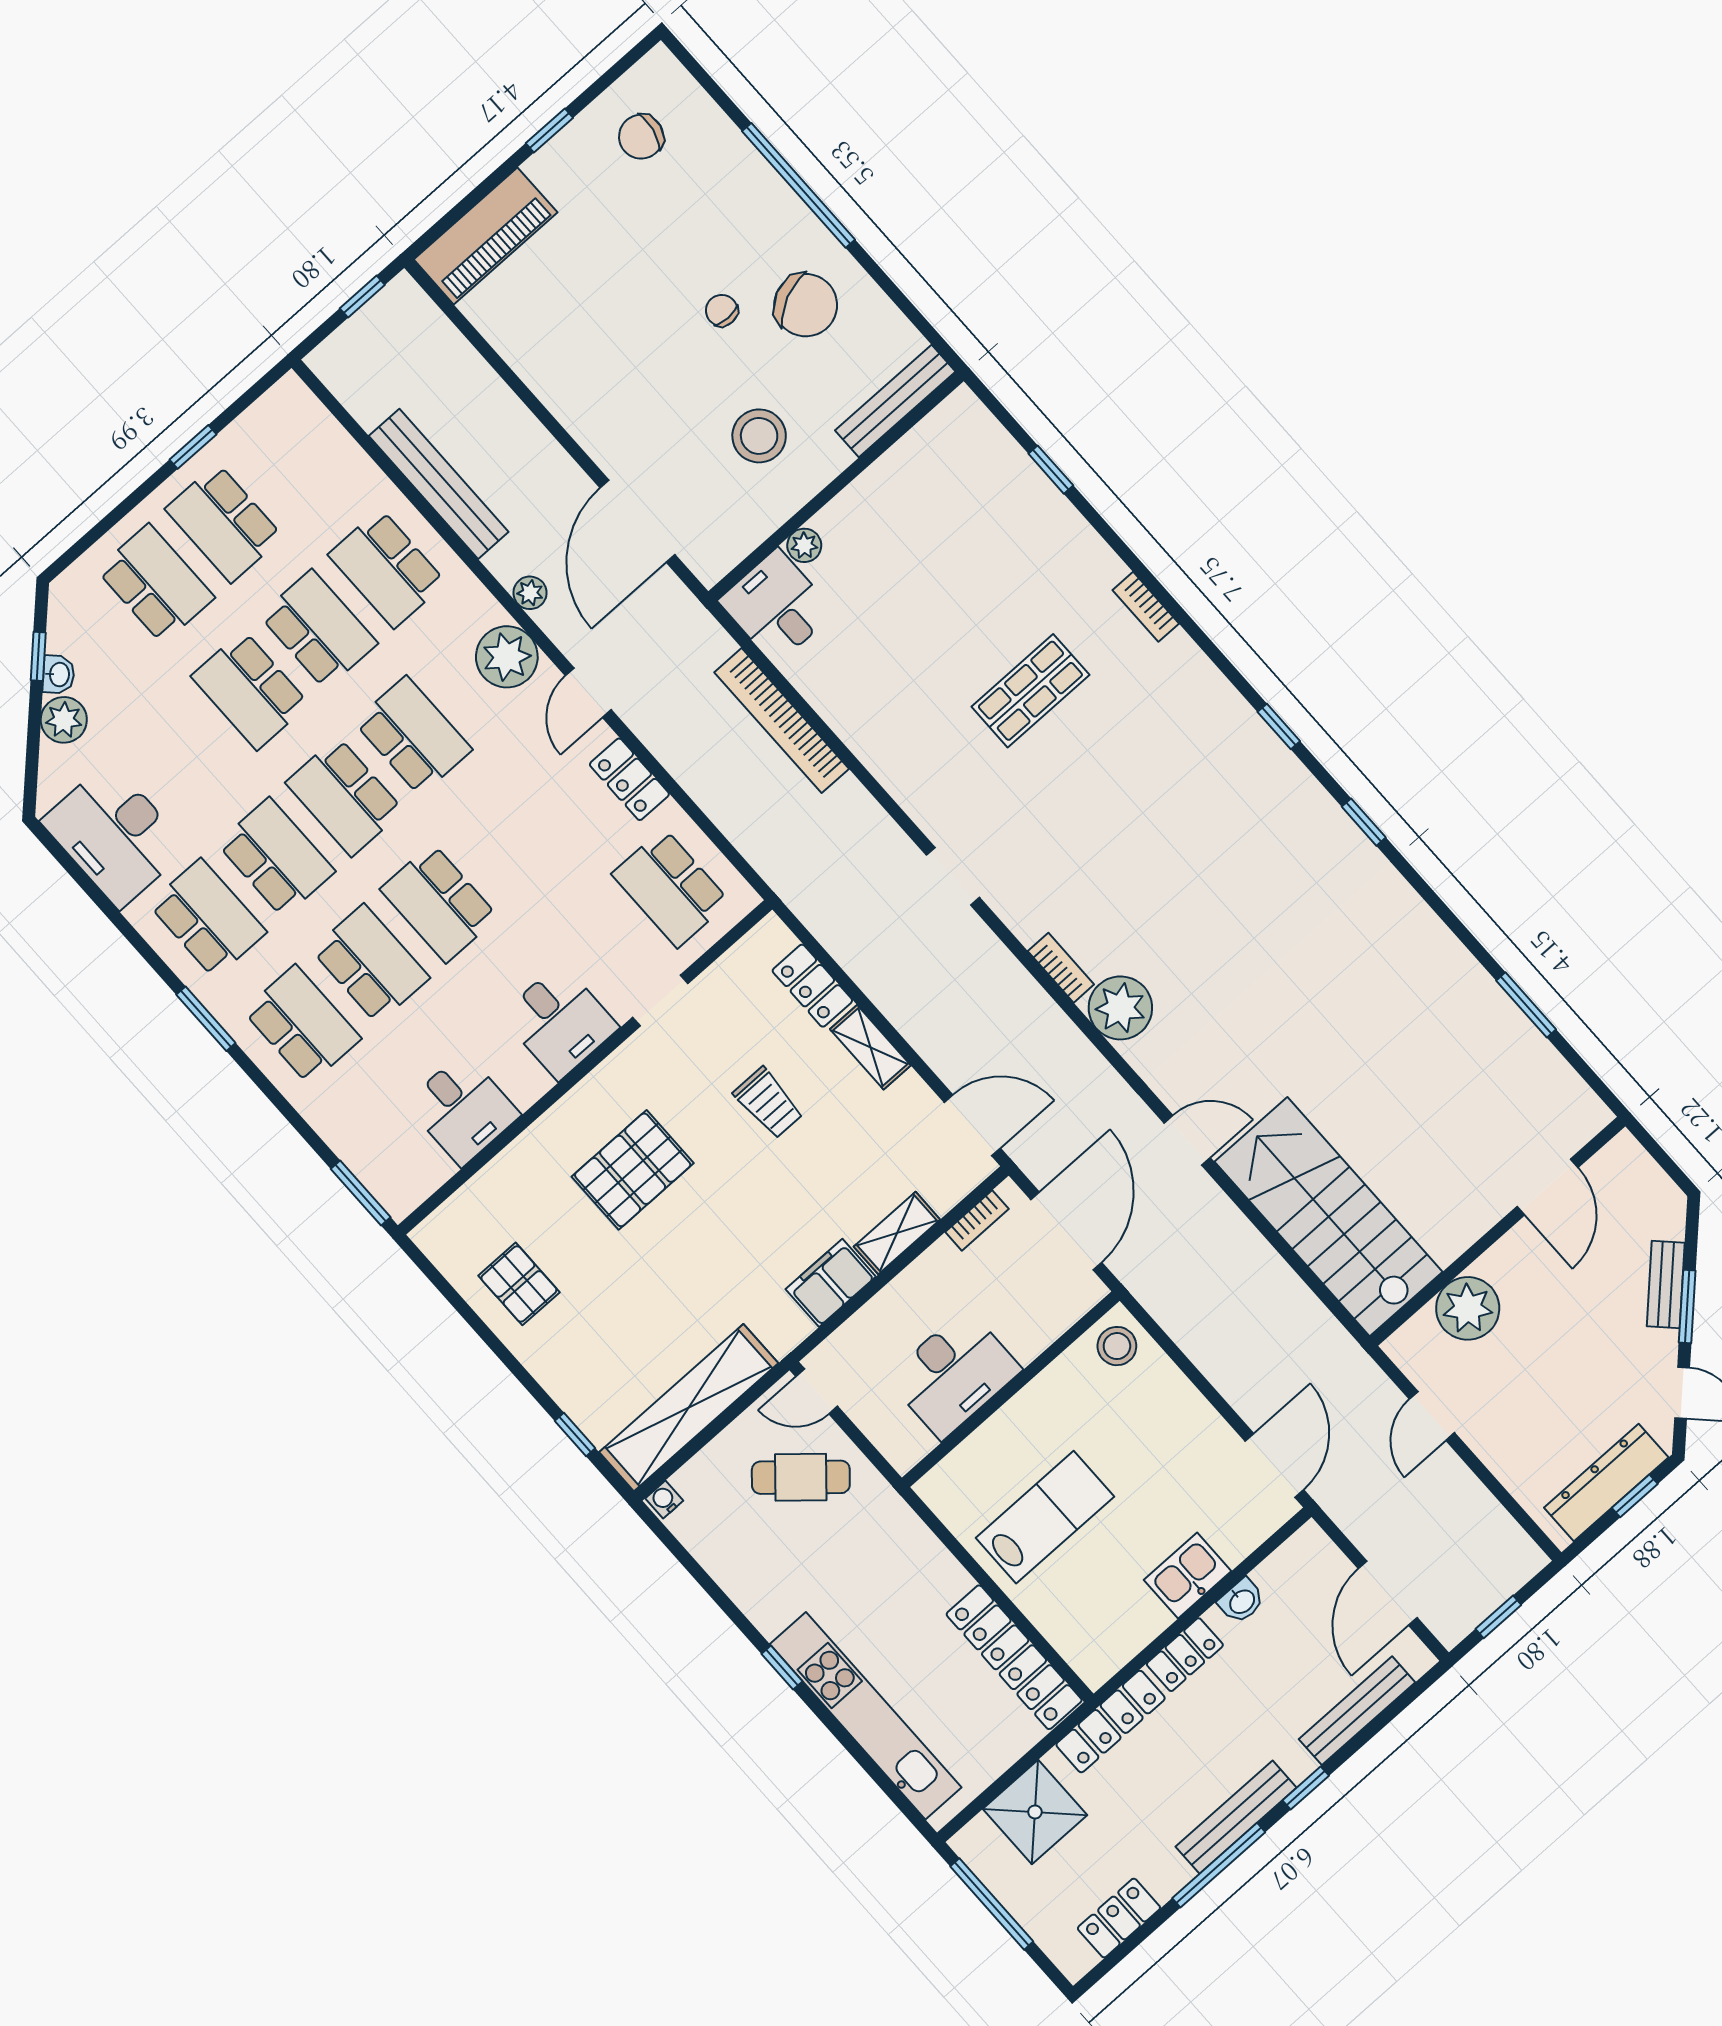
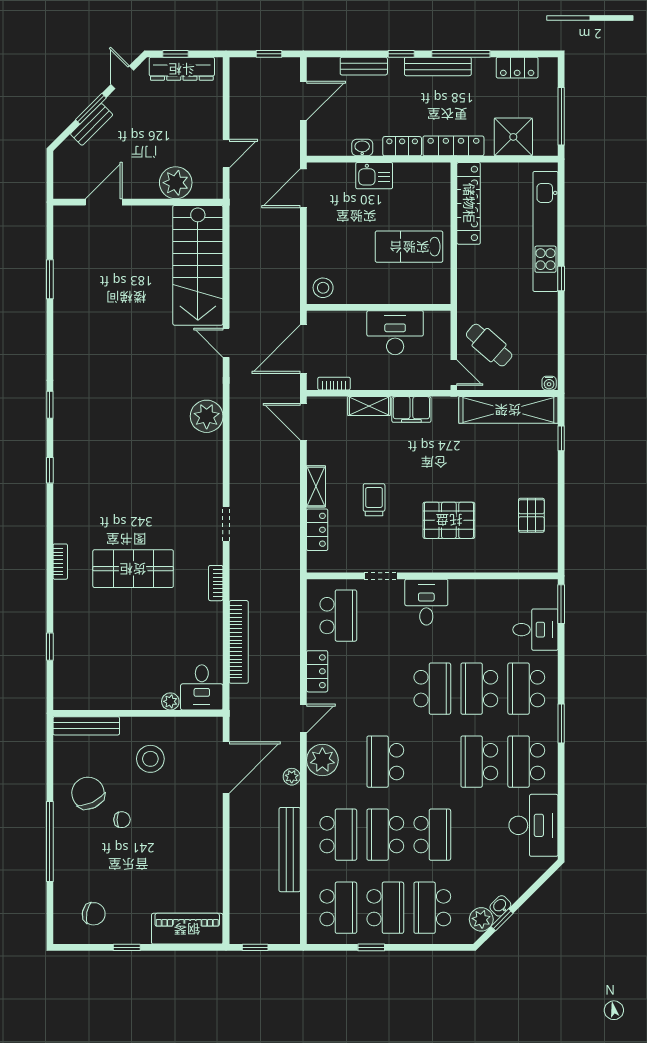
chair: (722, 310) -> (122, 820), turned -90
shop shelf: (1030, 691) -> (133, 569), width x1.43, depth x1.36
plant: (64, 720) -> (481, 919), moved
school desk: (345, 797) -> (338, 908), moved
bookcase: (1061, 968) -> (216, 583), moved
desk: (463, 1109) -> (535, 630), moved, turned 90
bench: (1357, 1711) -> (364, 66), width x0.73

